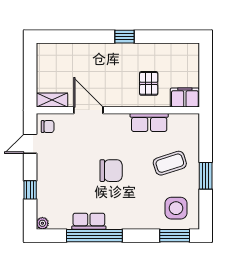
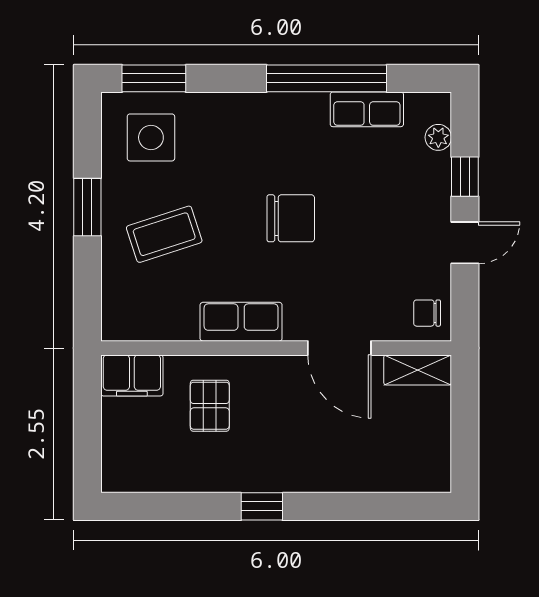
row of seats: (149, 122) -> (241, 322), moved
door: (30, 144) -> (465, 243), moved
chair: (111, 171) -> (291, 218), turned 180
row of seats: (89, 221) -> (367, 109), moved
plant: (42, 223) -> (438, 137), moved

